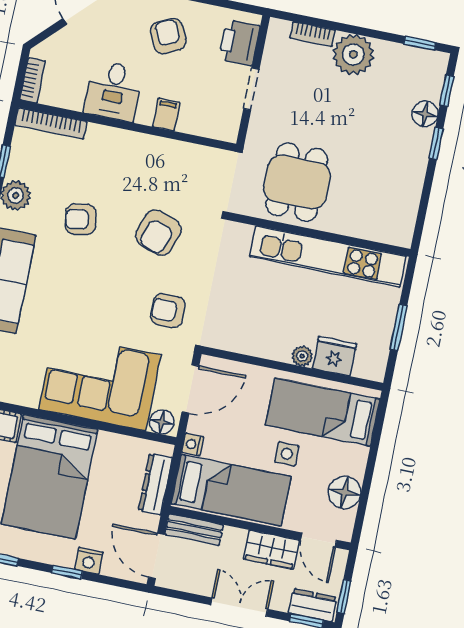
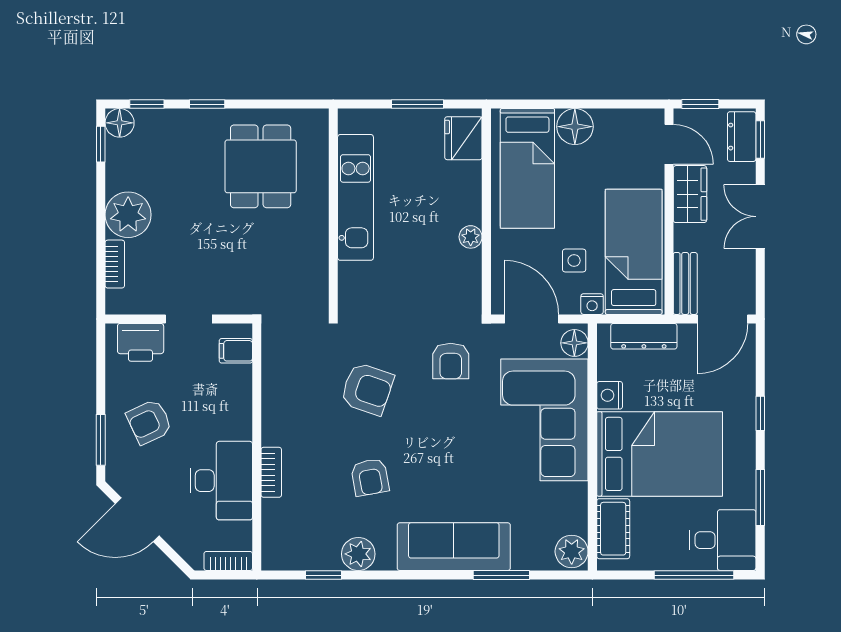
desk: (113, 91) -> (221, 481), width x1.37
floor lamp: (425, 114) -> (120, 123), moved
filing cabinet: (166, 115) -> (236, 351), moved
bookcase: (51, 123) -> (271, 472), moved, width x0.64
dining table: (297, 182) -> (261, 166), moved, turned 90
kitchen unit: (328, 256) -> (356, 197), width x0.73
plant: (302, 356) -> (471, 237), moved
fridge: (334, 356) -> (463, 138), moved
side table: (287, 454) -> (574, 260), moved
floor lamp: (345, 492) -> (575, 127), moved
door: (319, 540) -> (669, 144), hinge flipped
nightstand: (89, 561) -> (610, 395), moved, turned 180
window: (344, 597) -> (700, 104), moved

